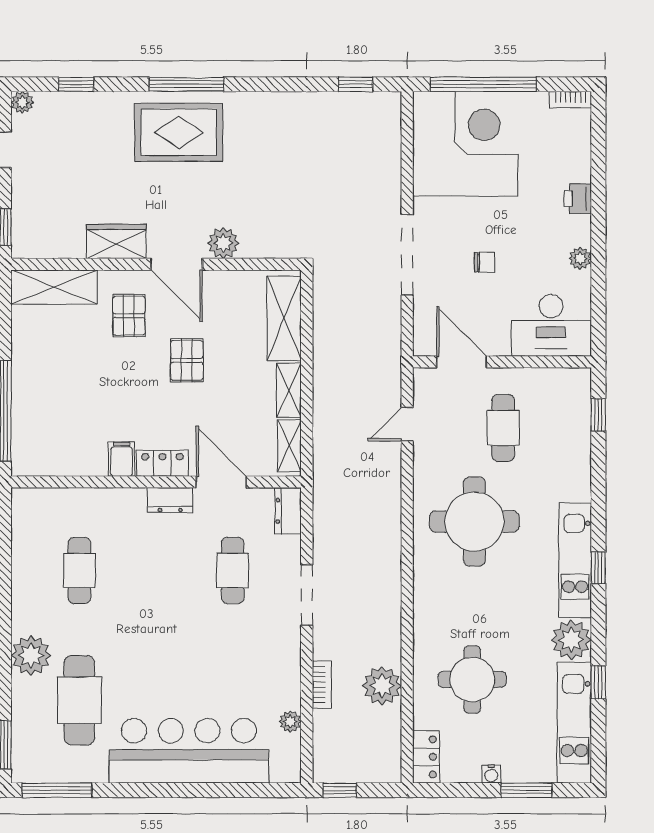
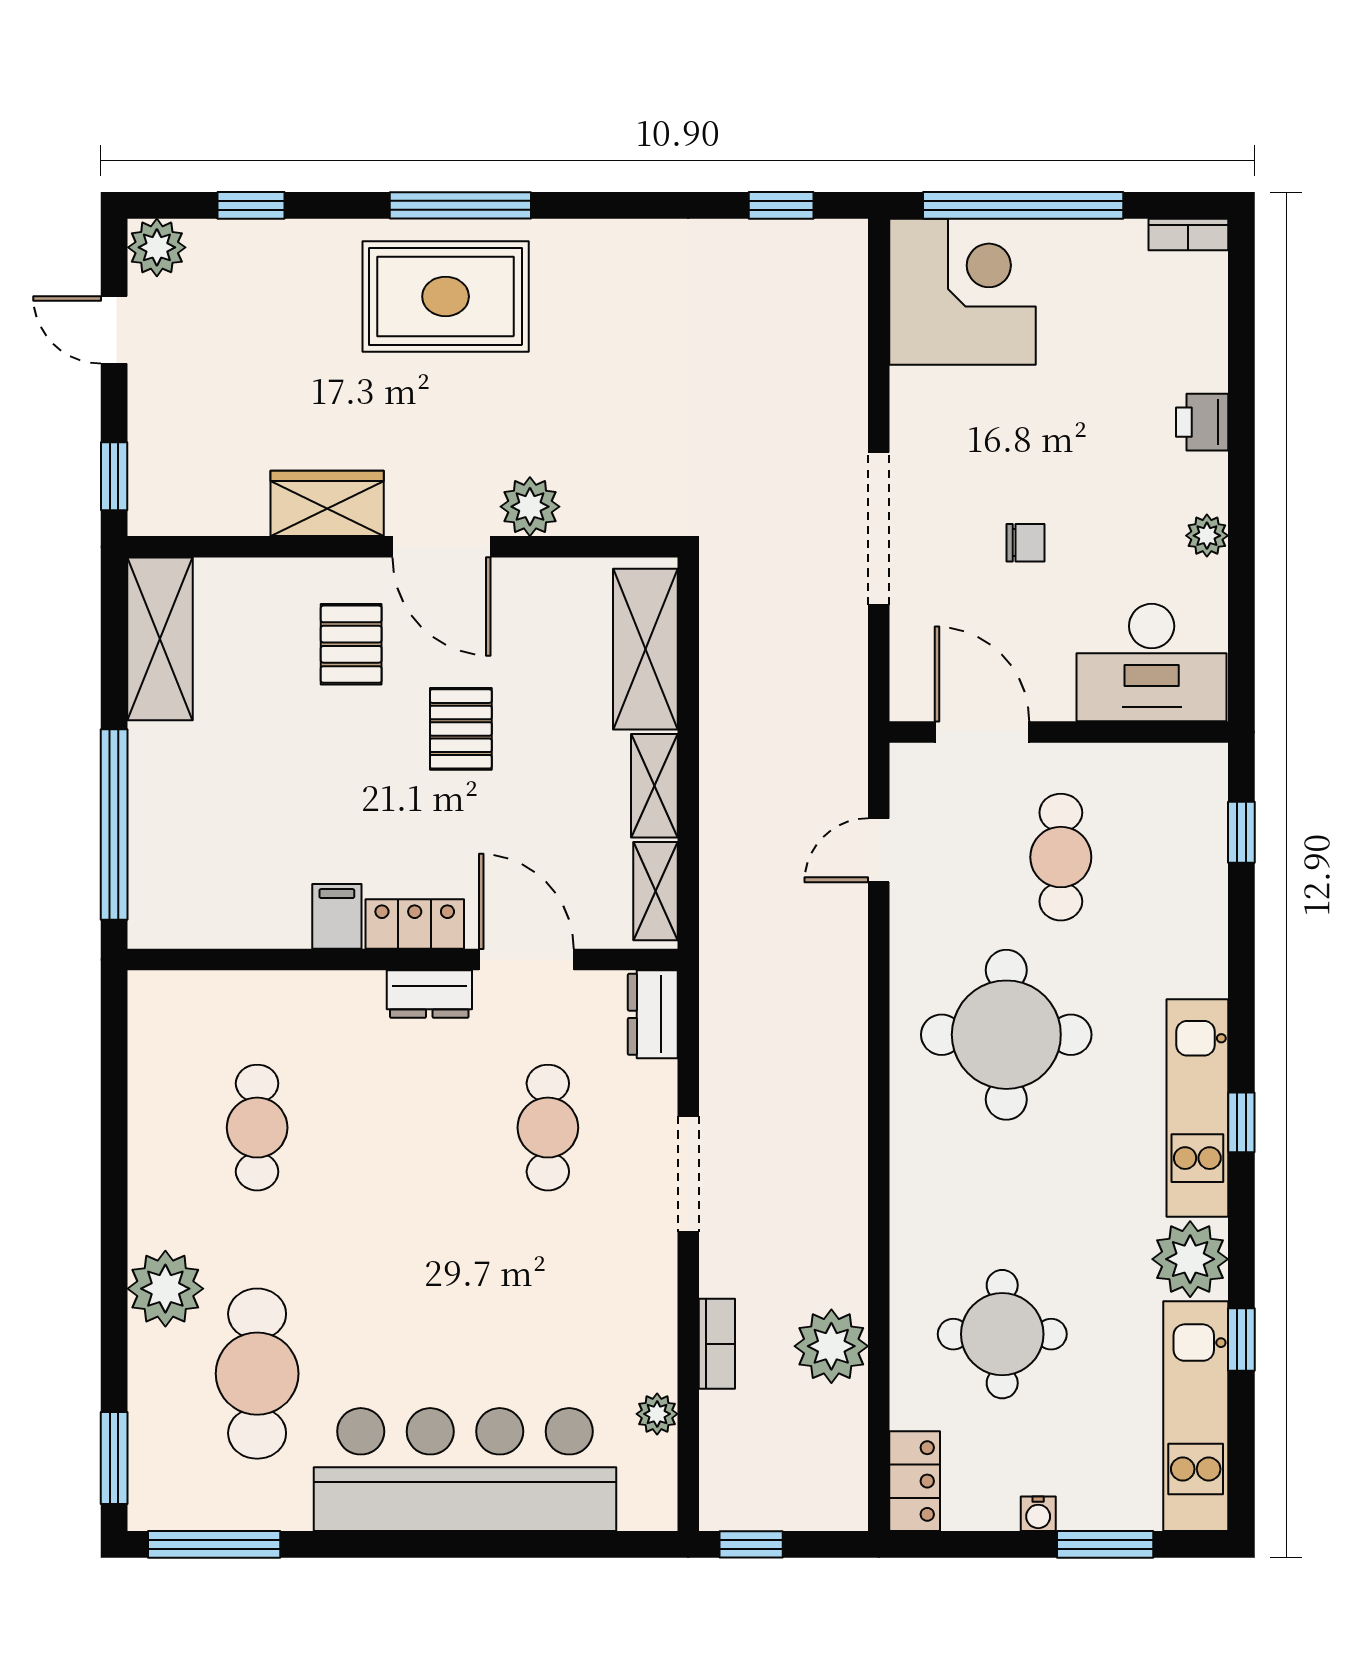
plant: (22, 102) -> (157, 247), width x1.38, depth x1.38
corner desk: (465, 144) -> (962, 292), width x0.74, depth x0.74
shelving: (54, 287) -> (160, 639), moved, turned 90

